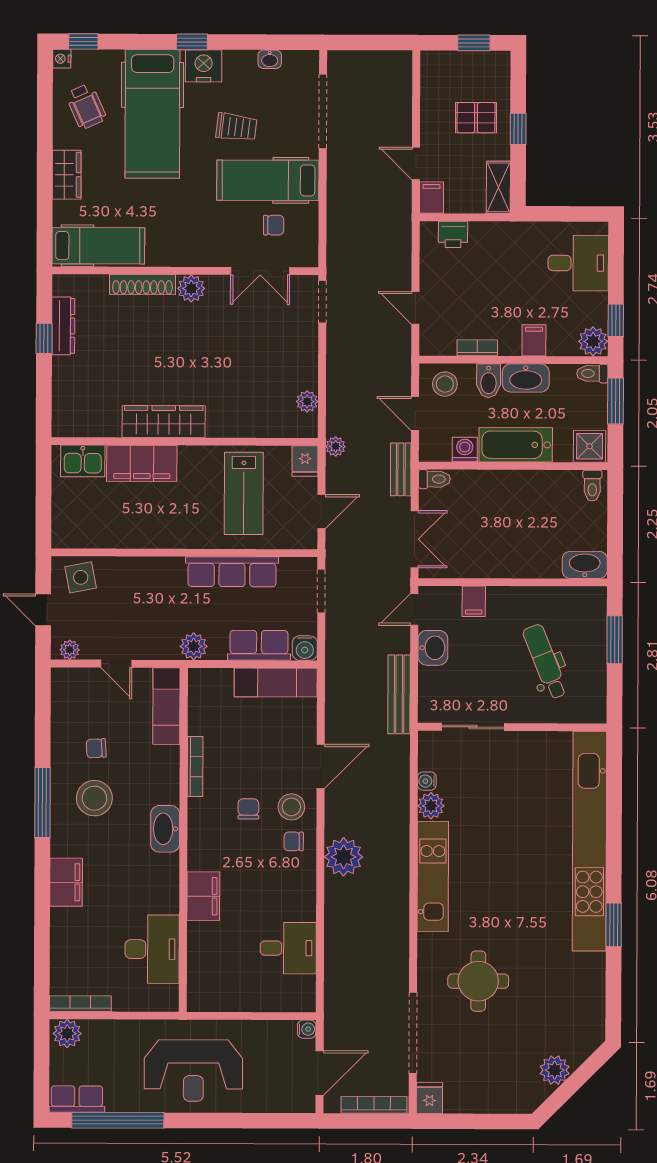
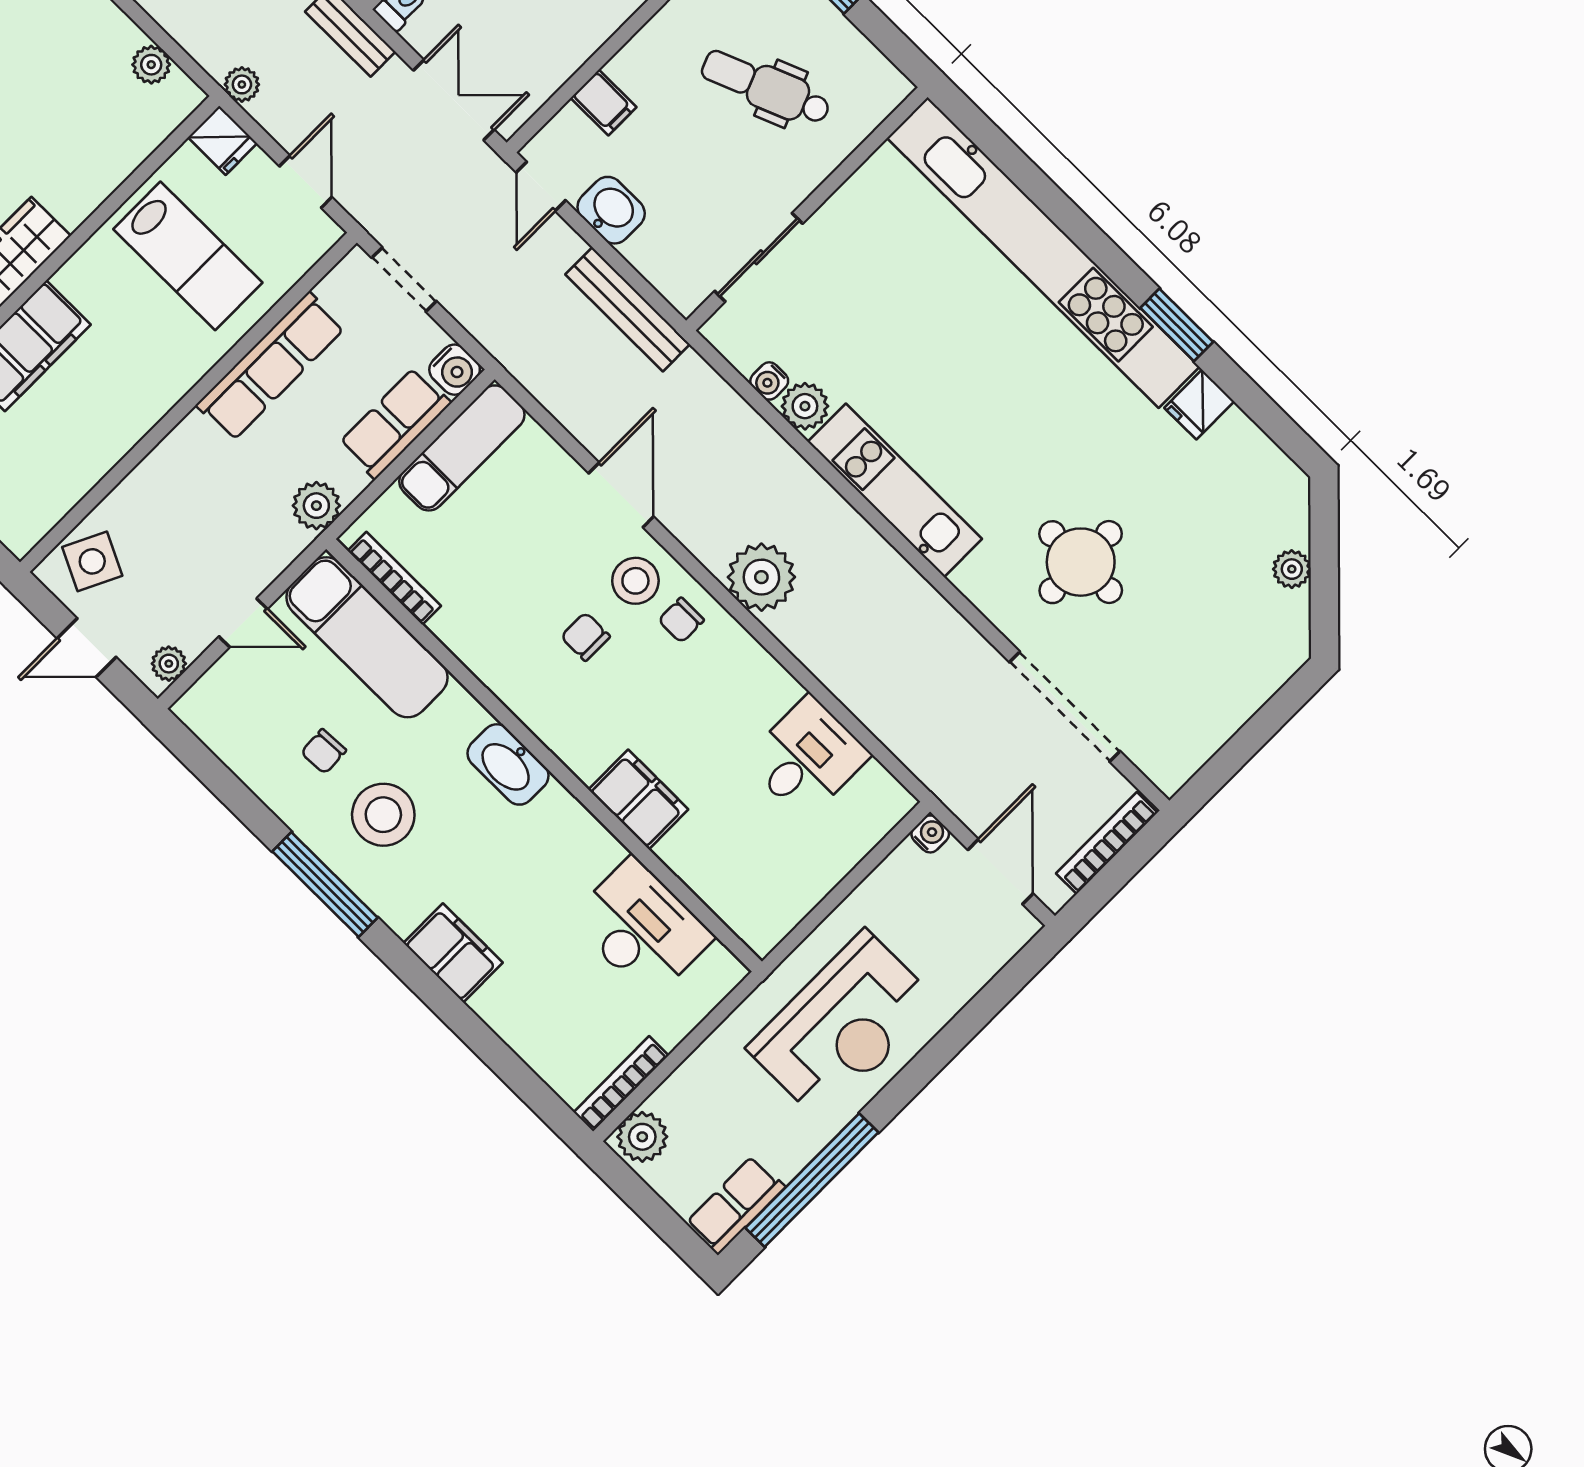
side table: (81, 577) -> (92, 561), turned 37
exam couch: (166, 706) -> (367, 637), width x1.36, depth x1.45
bookcase: (195, 767) -> (394, 578), moved
plant: (555, 1070) -> (1292, 569), width x0.73, depth x0.73
fridge: (429, 1098) -> (1199, 405), moved, turned -90

